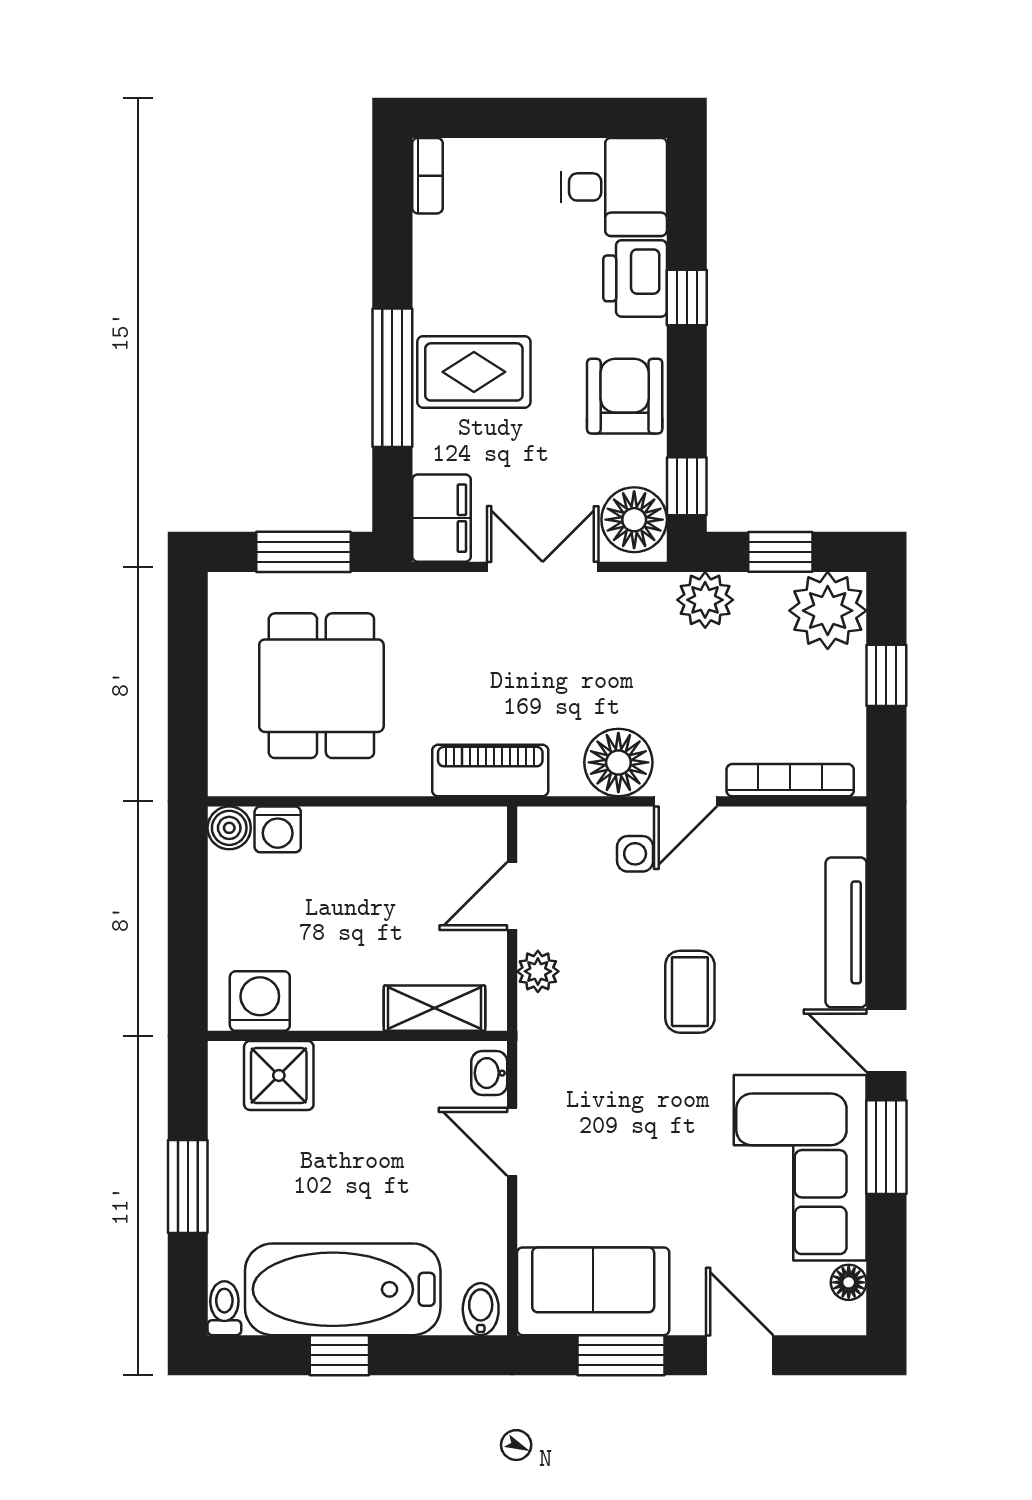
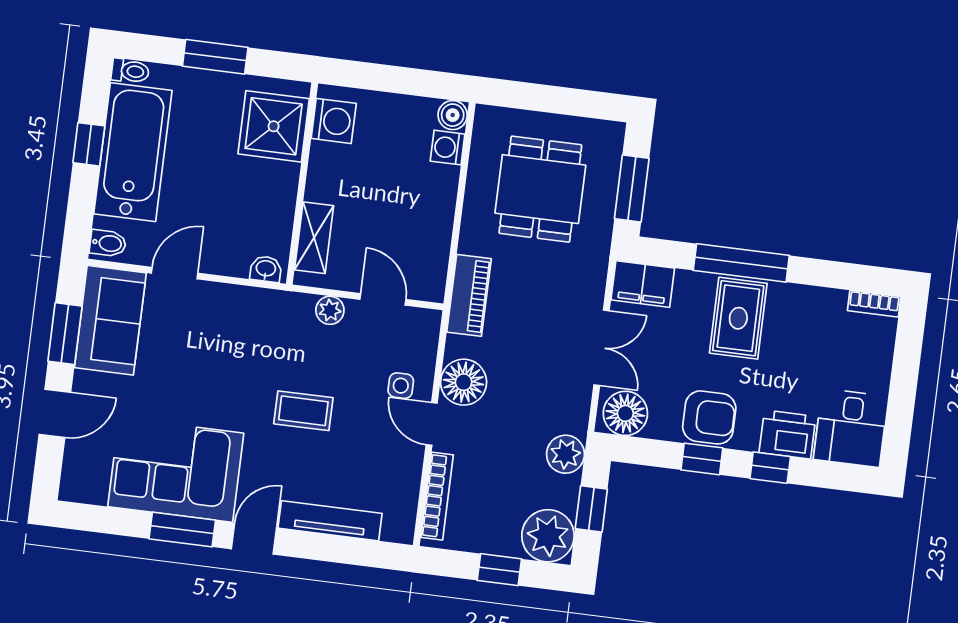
window: (687, 486) -> (702, 459), moved
dining table: (321, 686) -> (540, 189), turned 90
shower: (279, 1075) -> (274, 126), width x1.36, depth x1.36
door: (512, 1142) -> (175, 273), moved
floor lamp: (849, 1282) -> (95, 493), removed

